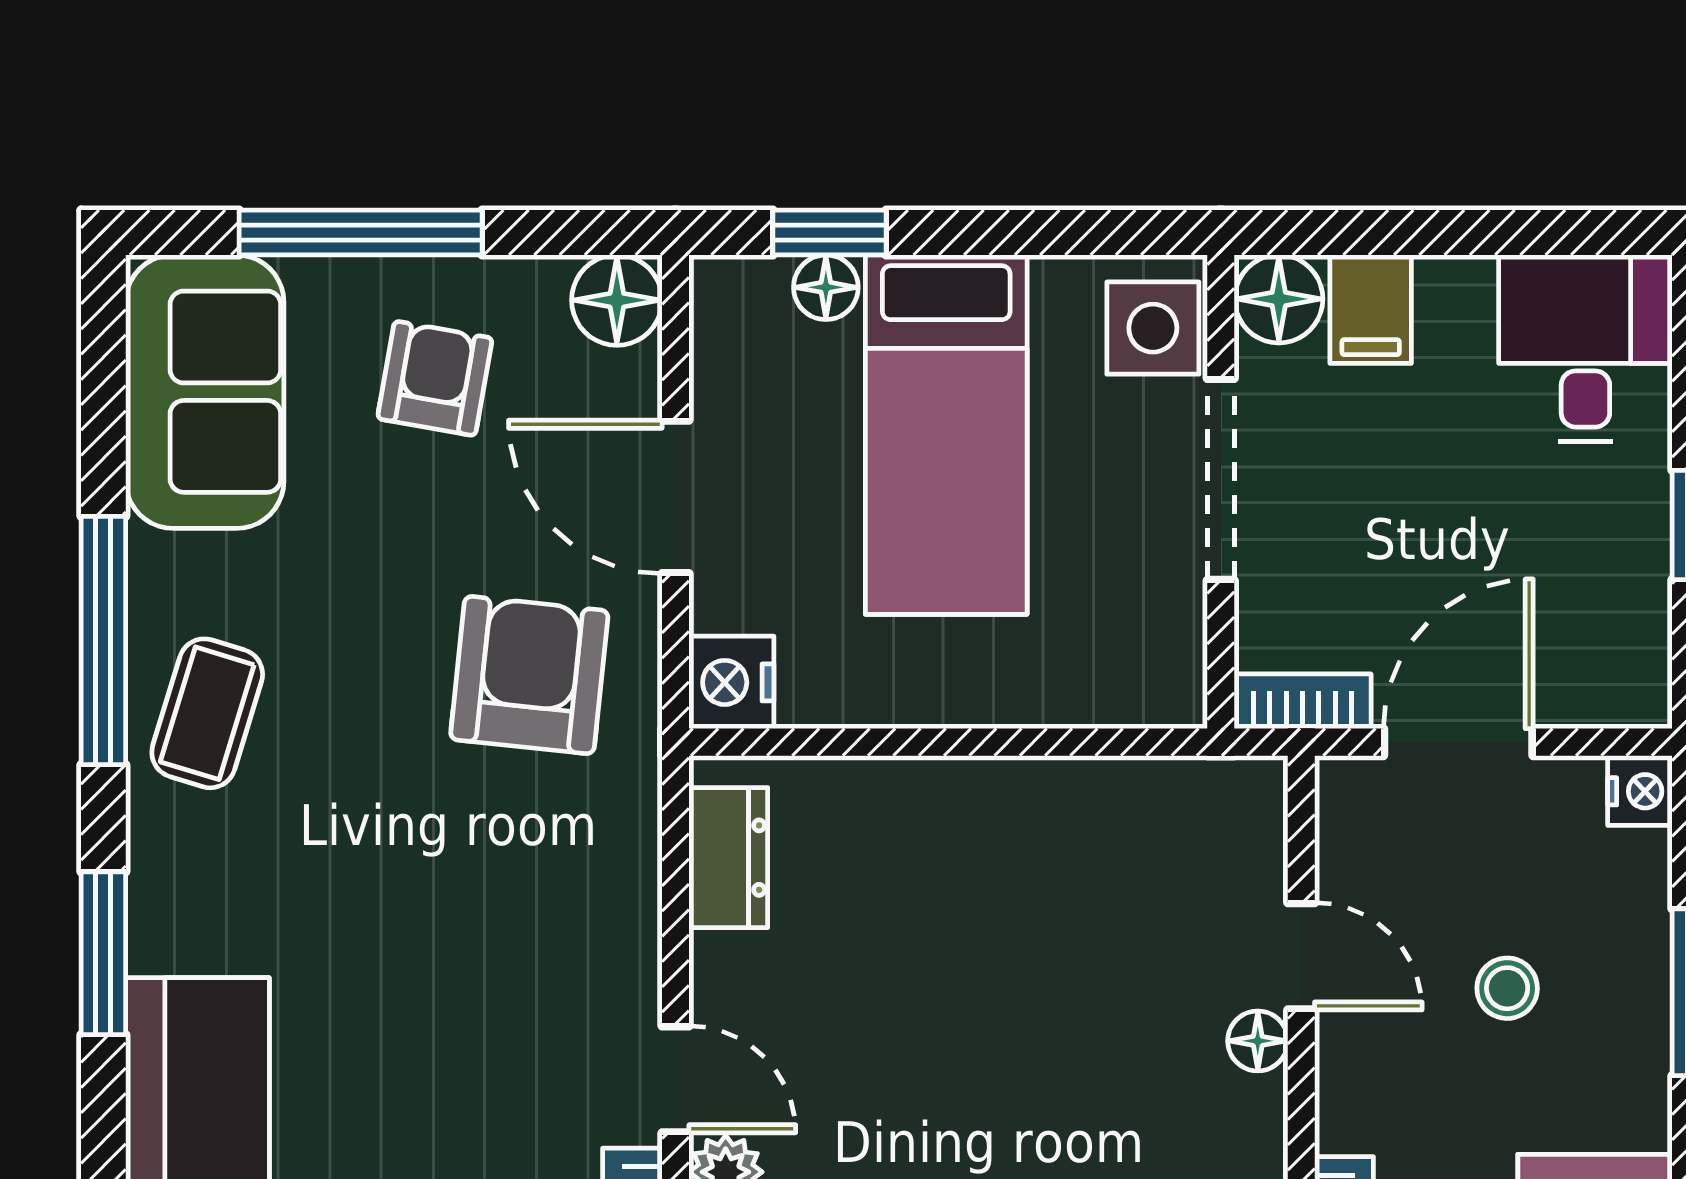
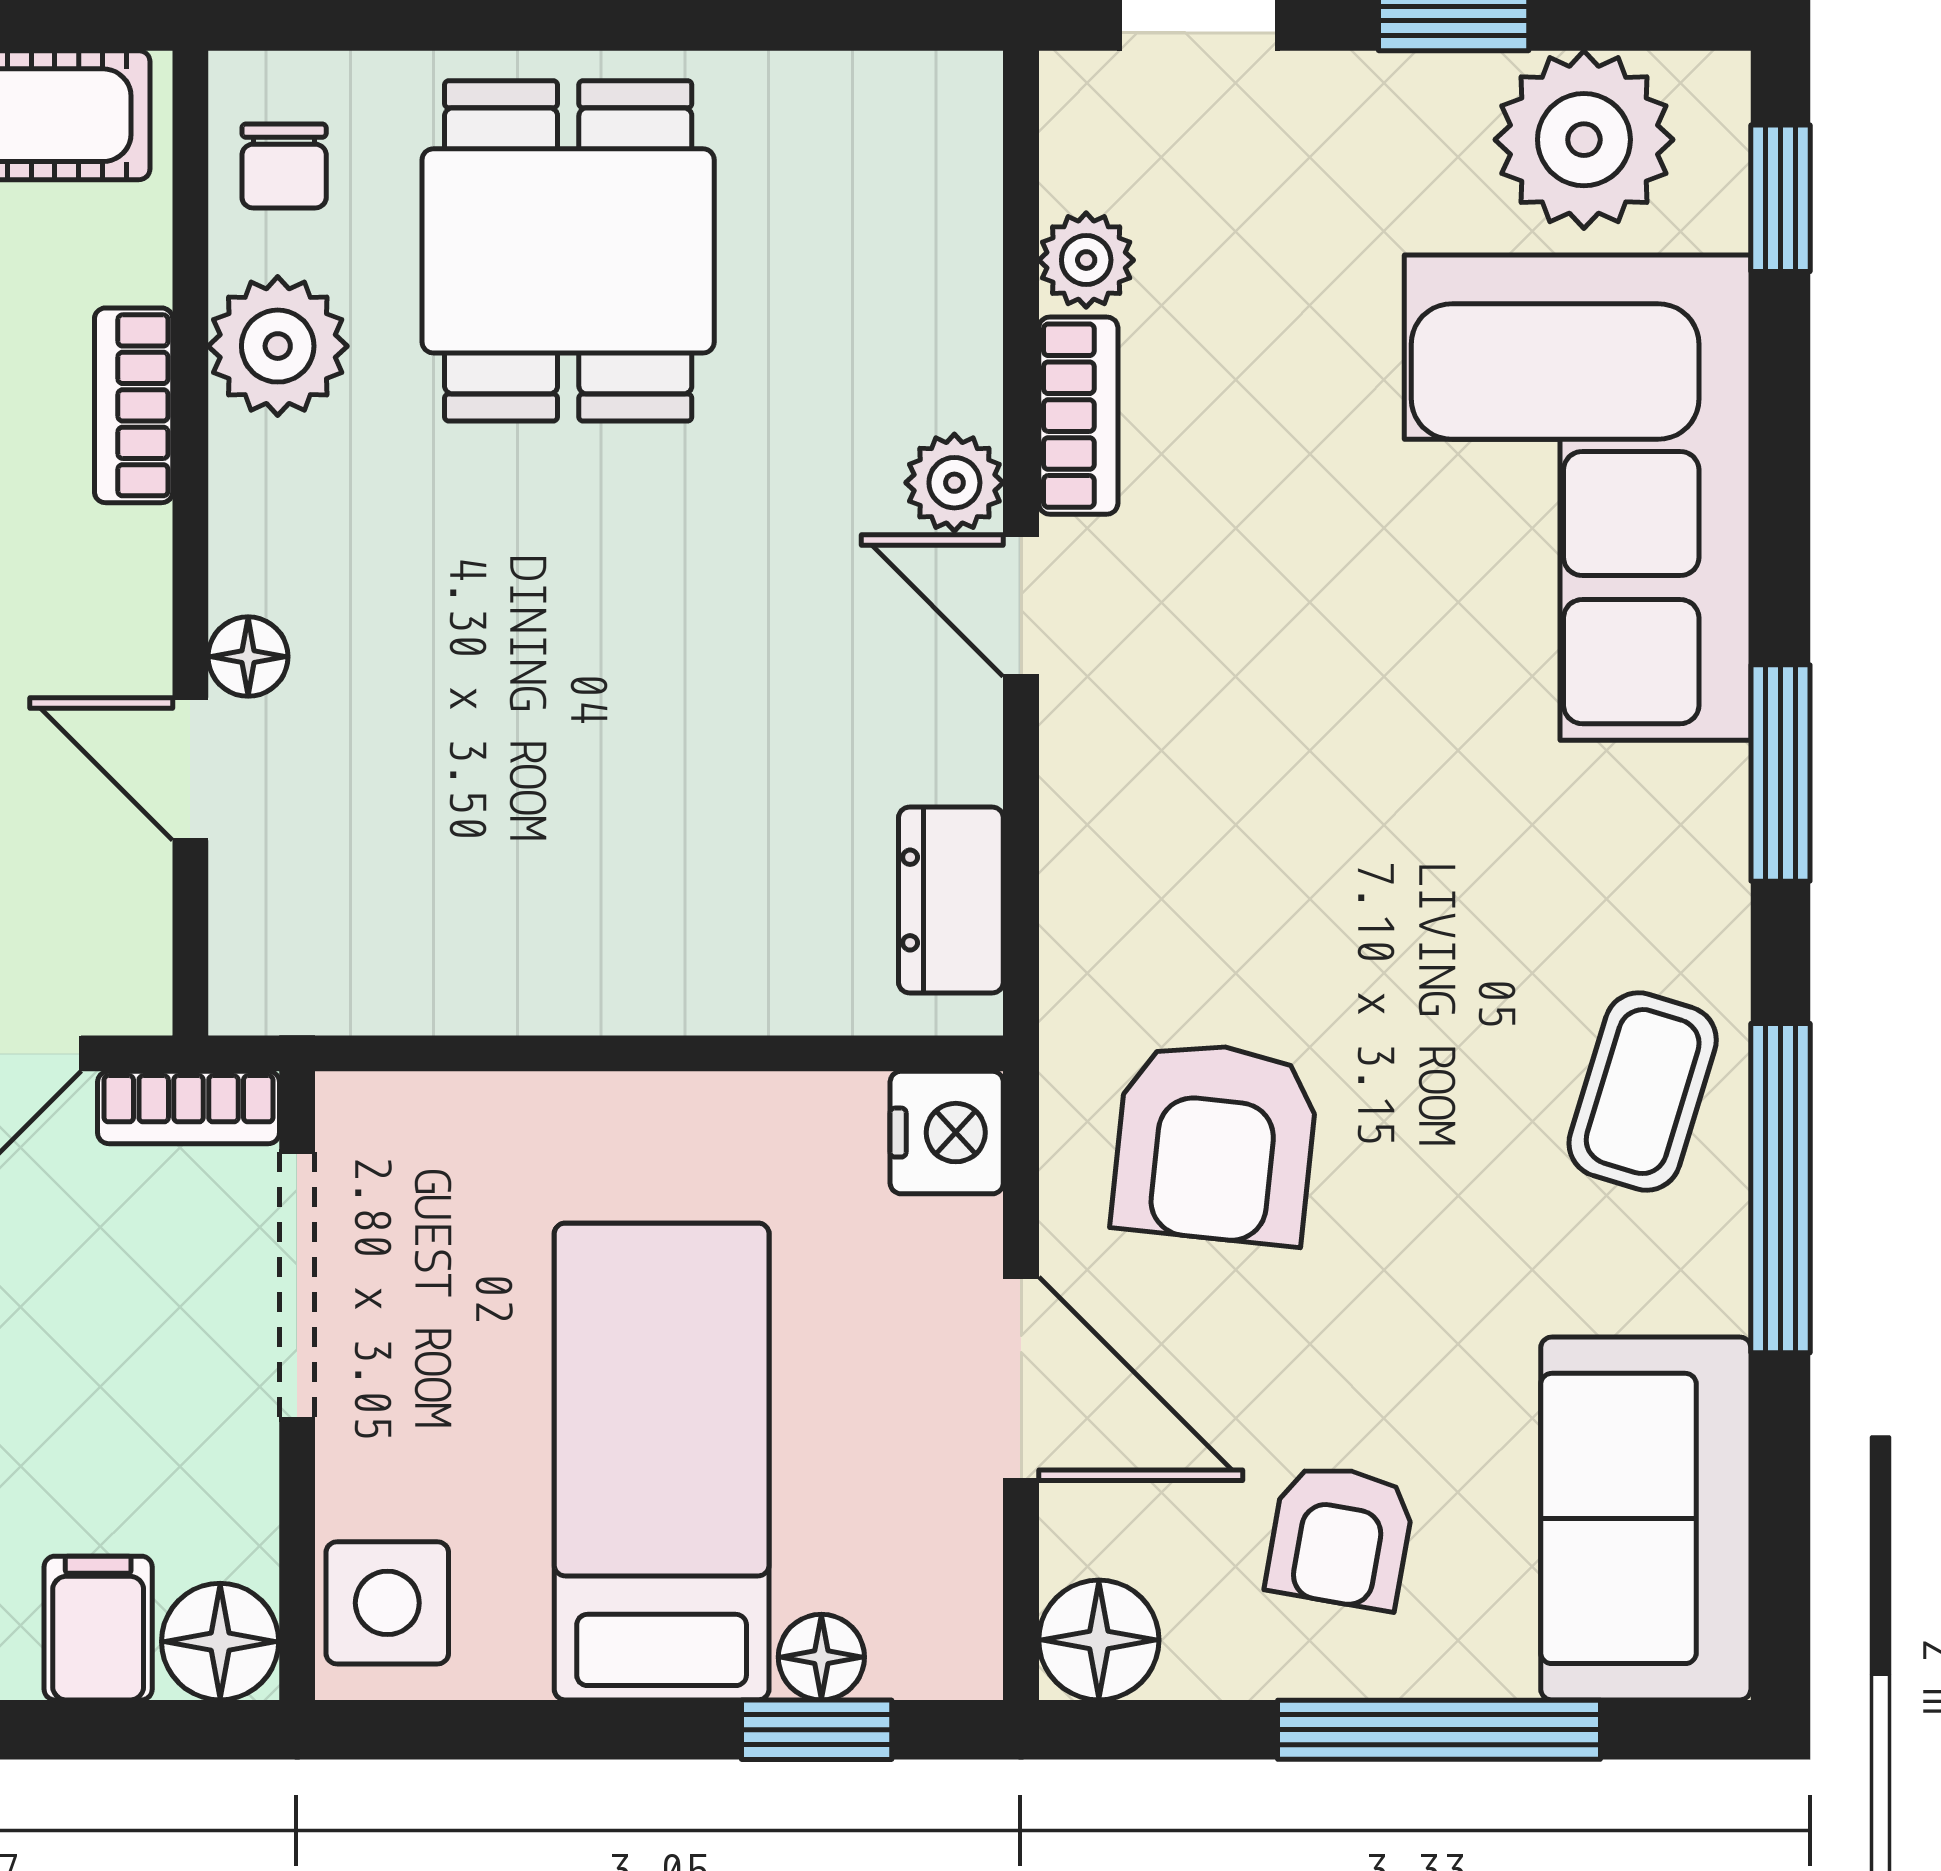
doorway: (1221, 479) -> (297, 1286), moved

